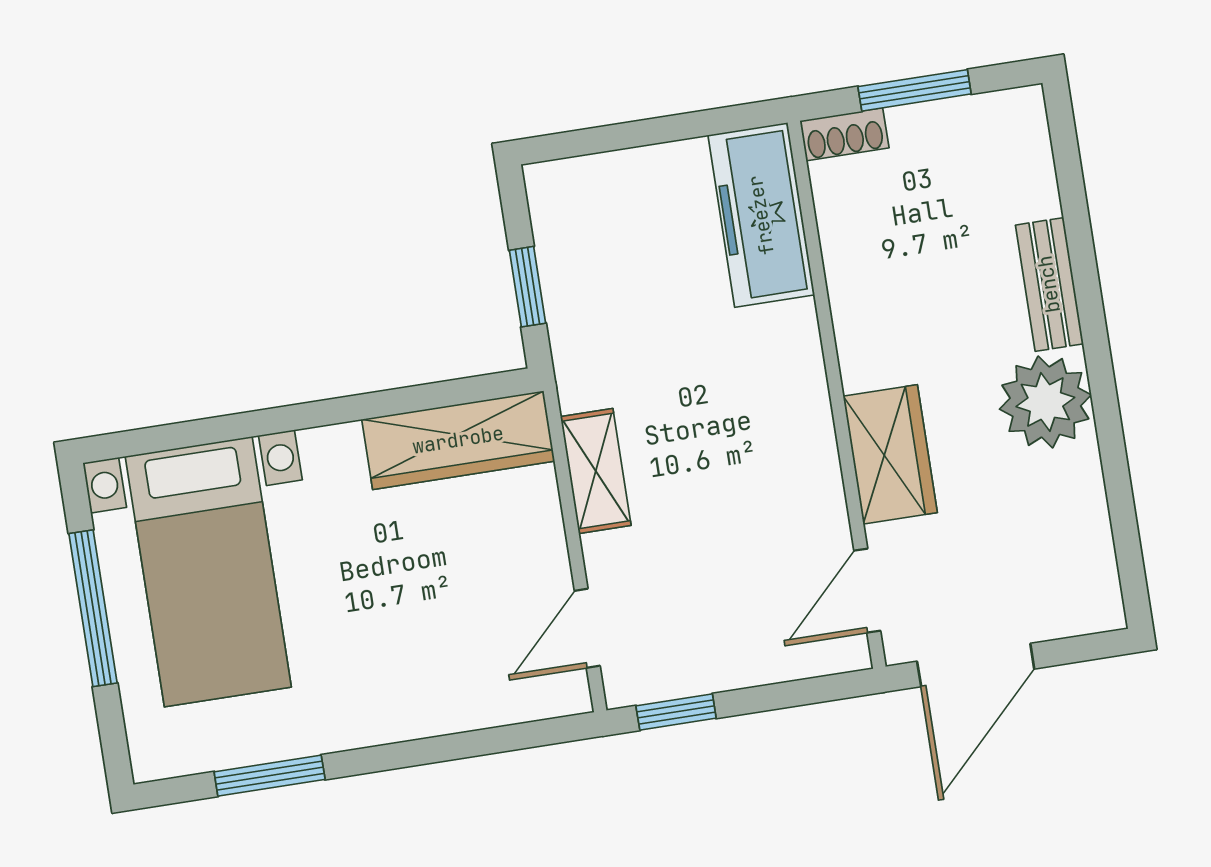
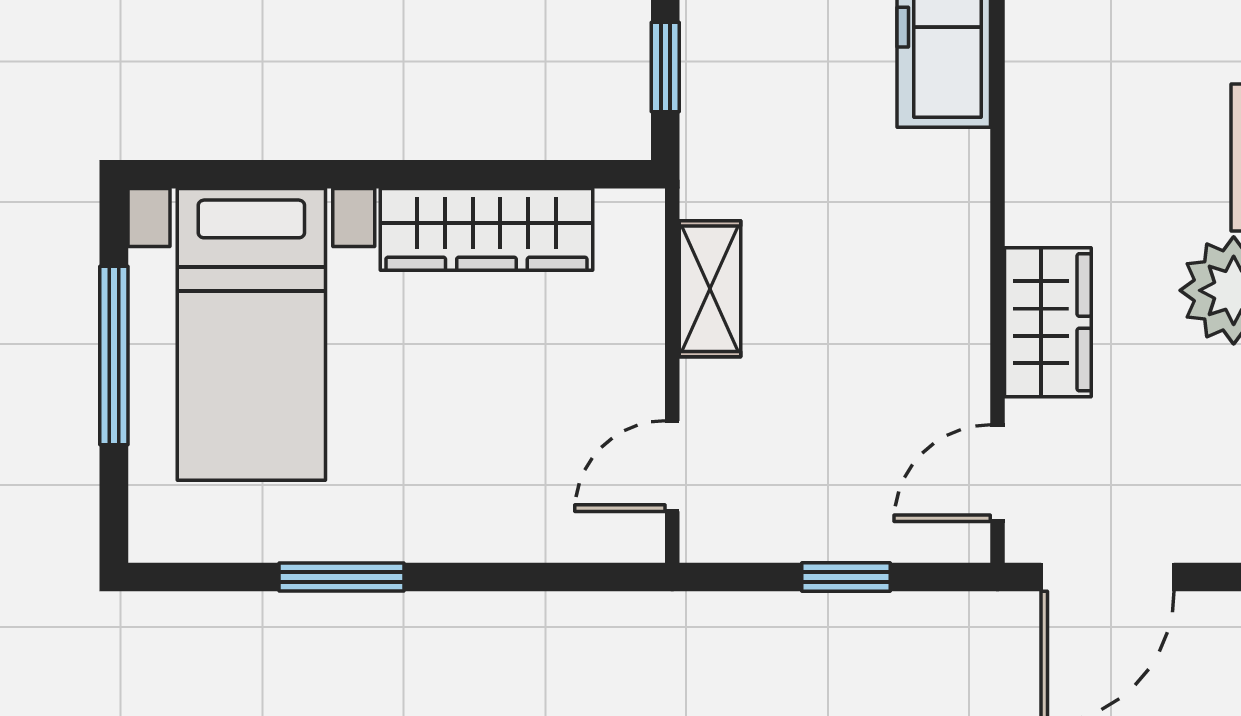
wardrobe: (458, 440) -> (486, 229), moved
window: (676, 712) -> (846, 577), moved
window: (270, 776) -> (342, 577), moved

